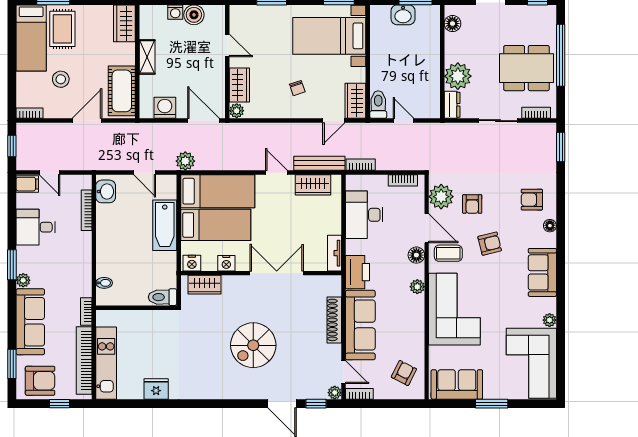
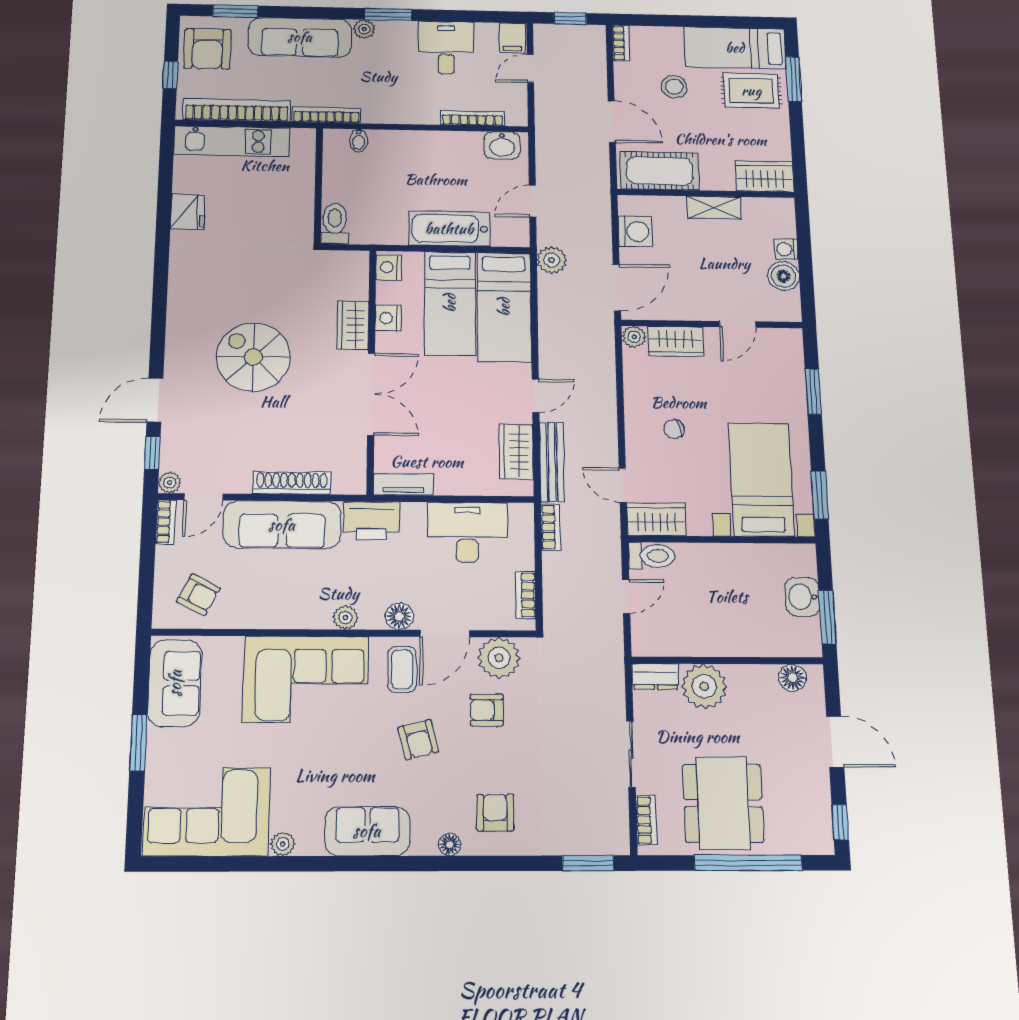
wardrobe: (205, 285) -> (353, 325), moved
bookcase: (86, 311) -> (326, 115), width x1.56

